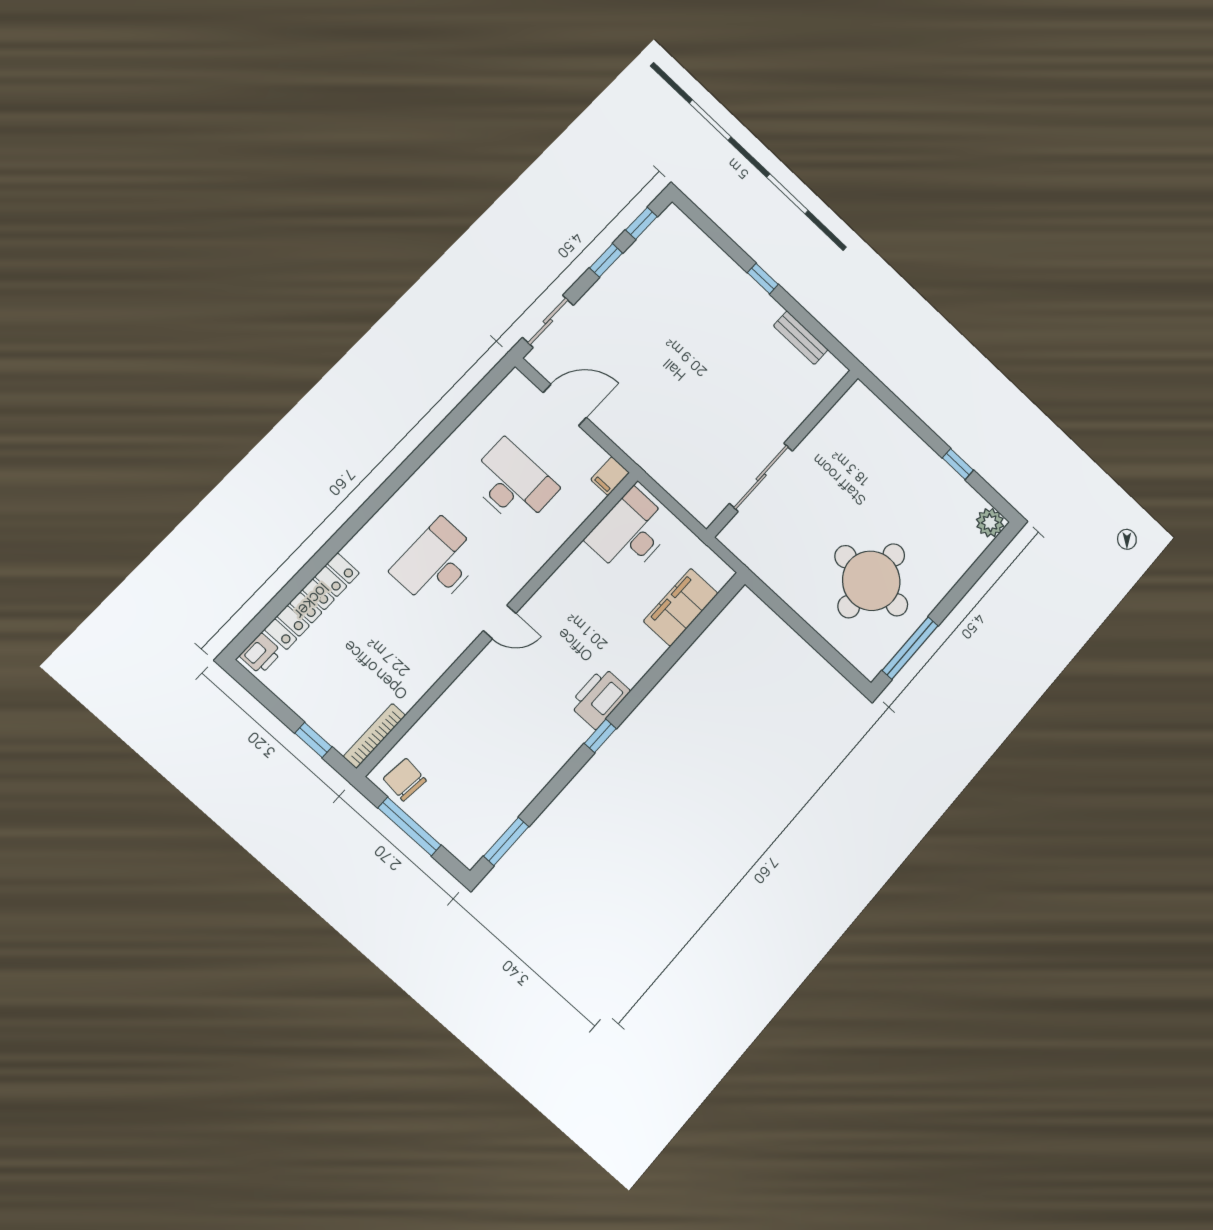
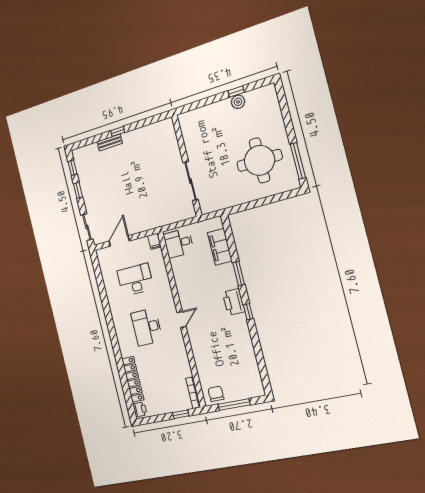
bench: (801, 338) -> (110, 142), moved
plant: (990, 523) -> (238, 102), moved
desk: (630, 533) -> (179, 243), width x0.73
chair: (405, 780) -> (216, 394), turned 84
window: (506, 841) -> (239, 273), moved

